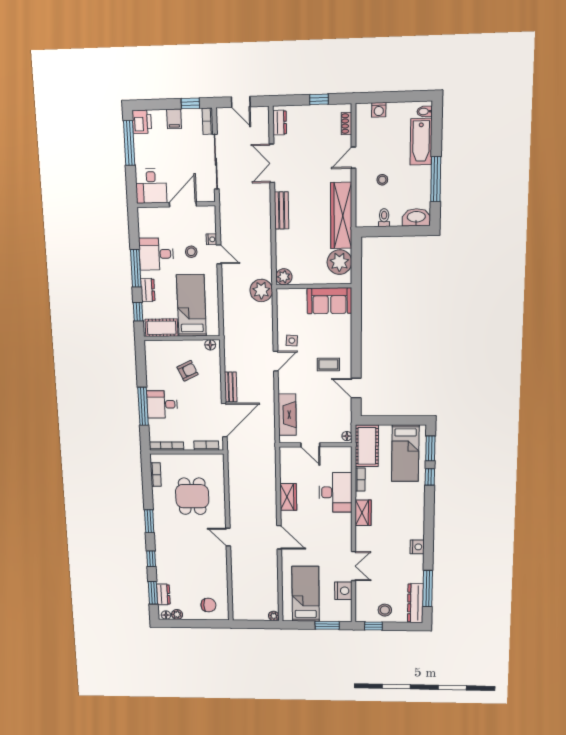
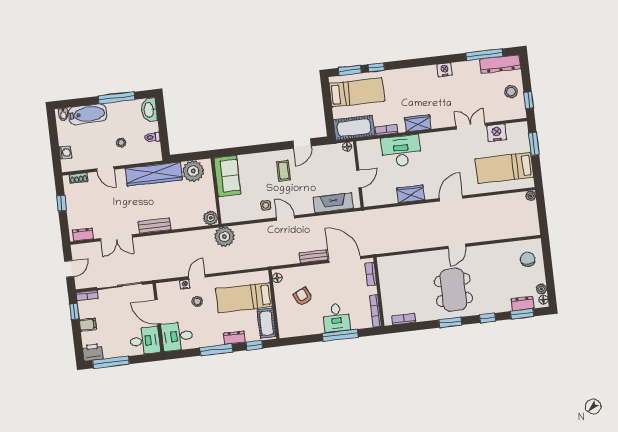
desk: (156, 254) -> (177, 336), moved, turned 90
dining table: (192, 496) -> (453, 290), moved, width x1.38

